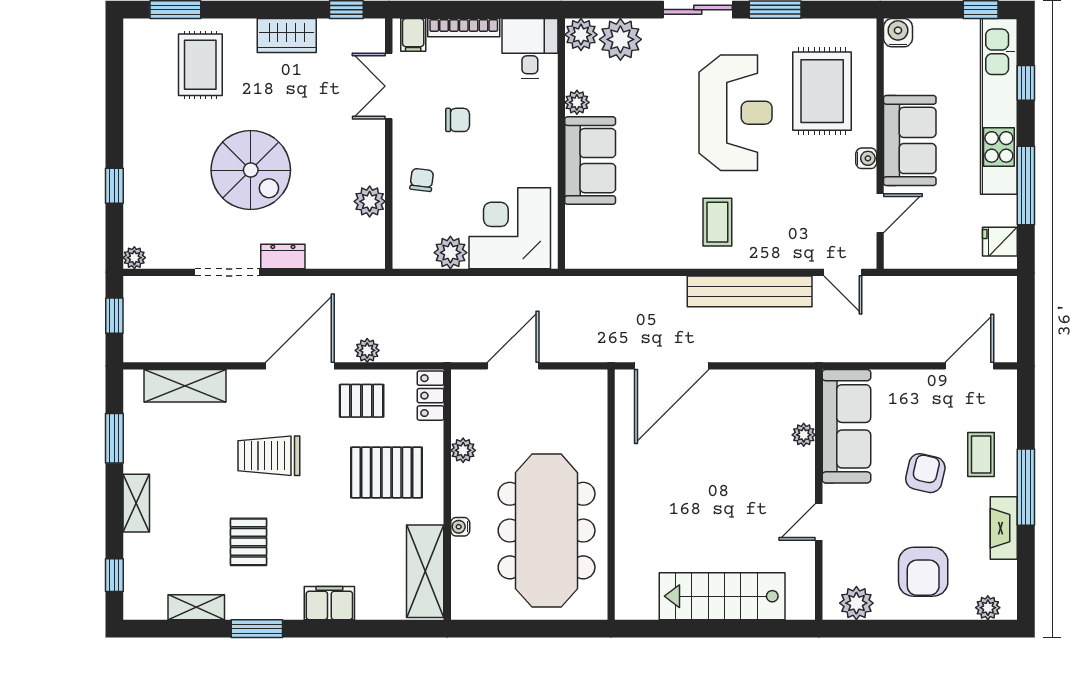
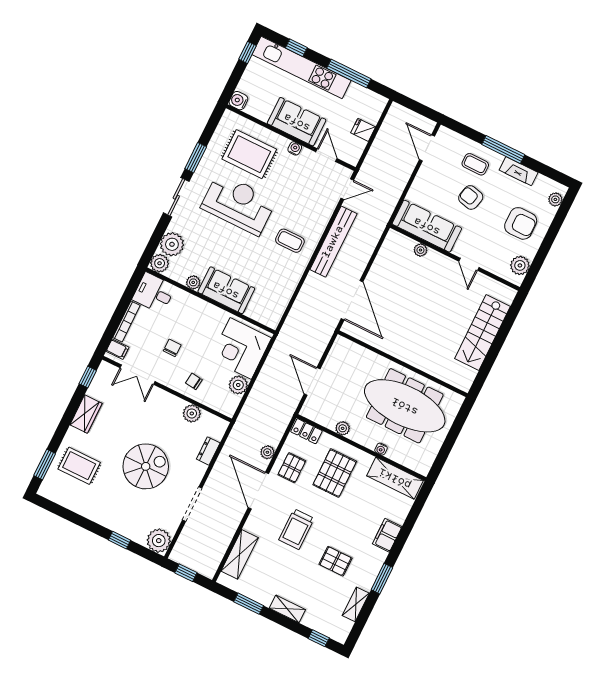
fridge: (1000, 242) -> (363, 130), moved, turned 90
dresser: (283, 256) -> (208, 451), moved
plant: (134, 258) -> (159, 541), width x1.87, depth x1.87

